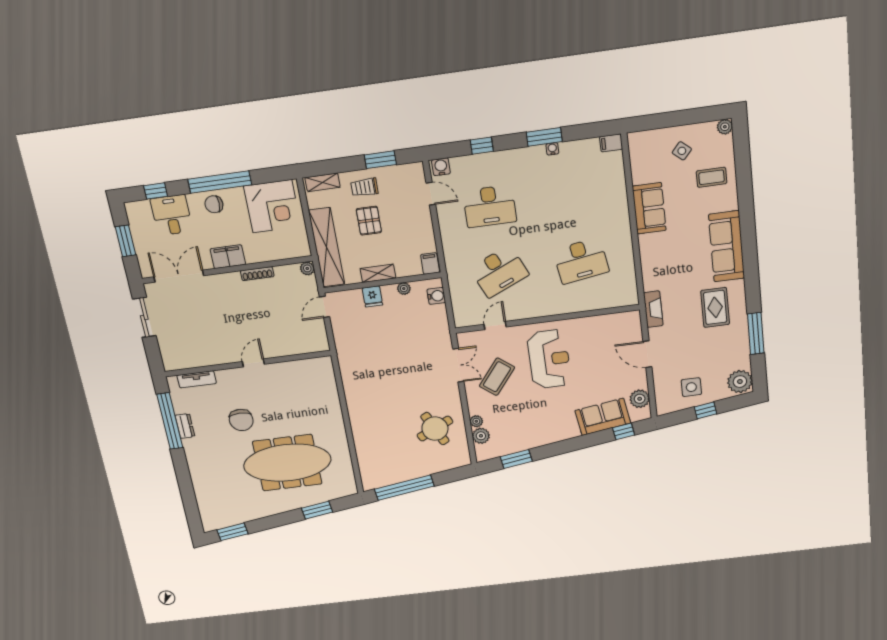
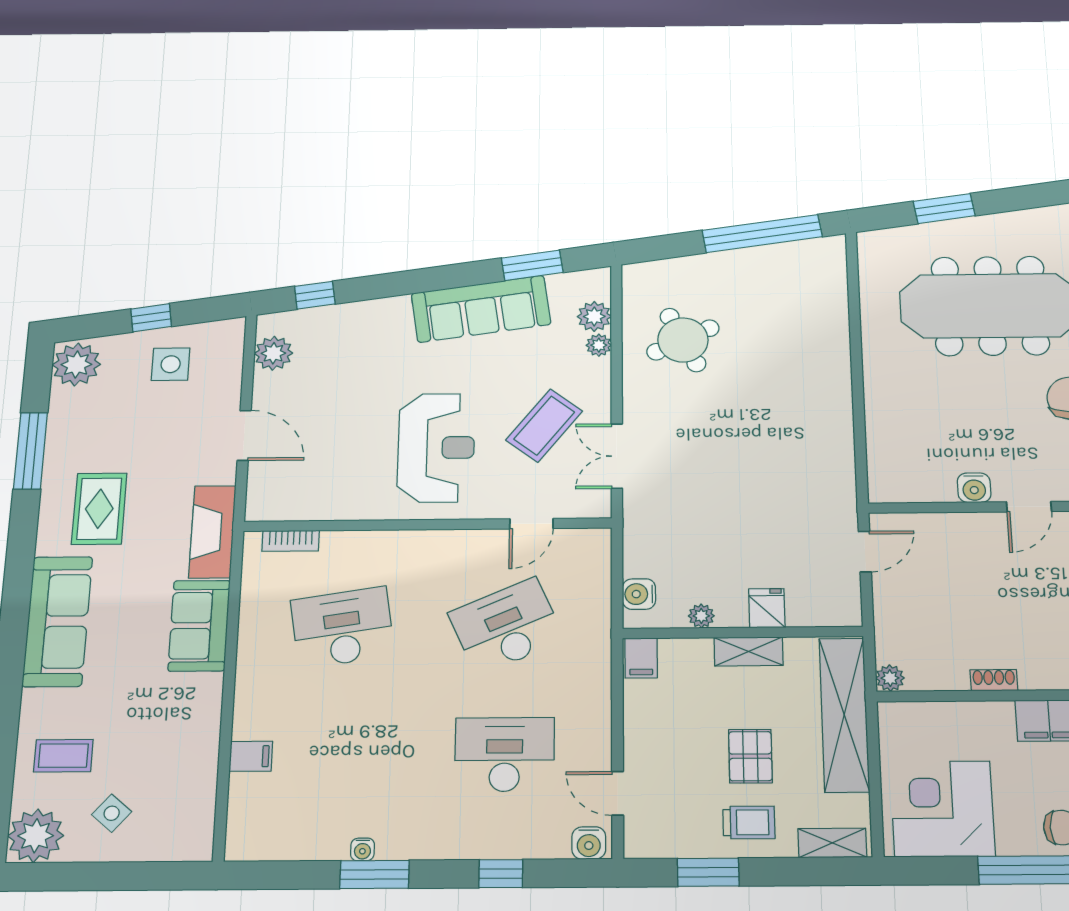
plant: (725, 127) -> (36, 836), width x1.87, depth x1.87
filing cabinet: (611, 143) -> (251, 756), moved
sofa: (649, 208) -> (199, 626), moved
shoe rack: (257, 274) -> (994, 680), width x0.70
bookcase: (615, 302) -> (291, 541), added
door: (324, 307) -> (865, 552), moved
fireplace: (653, 309) -> (212, 532), width x1.37, depth x1.32
reception desk: (549, 359) -> (436, 448), turned 180
water cooler: (281, 369) -> (974, 488), added
sofa: (603, 417) -> (481, 309), moved, width x1.36

